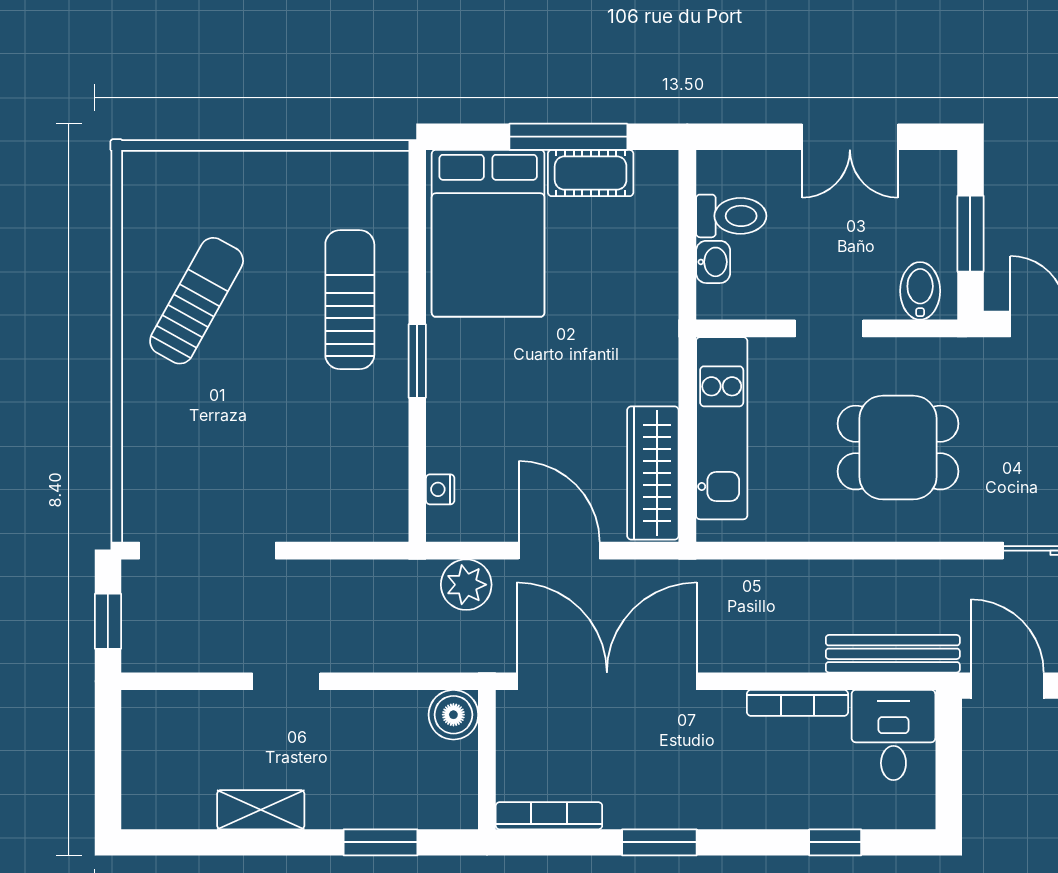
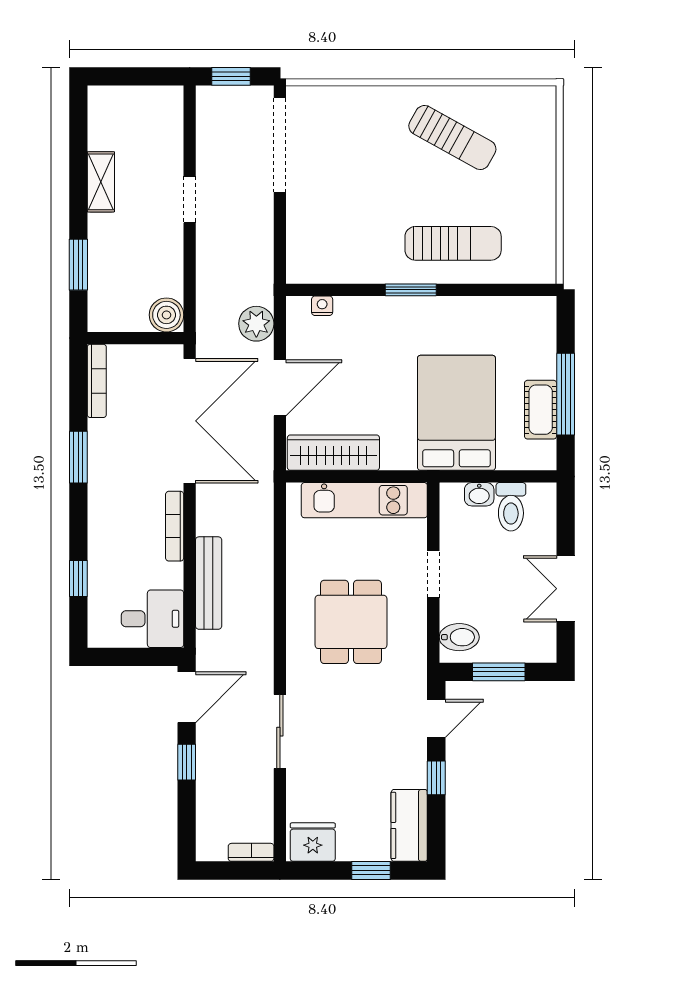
bed: (488, 233) -> (456, 413), moved, turned 90
bench: (893, 654) -> (209, 583), moved
bookcase: (798, 703) -> (175, 526), moved

